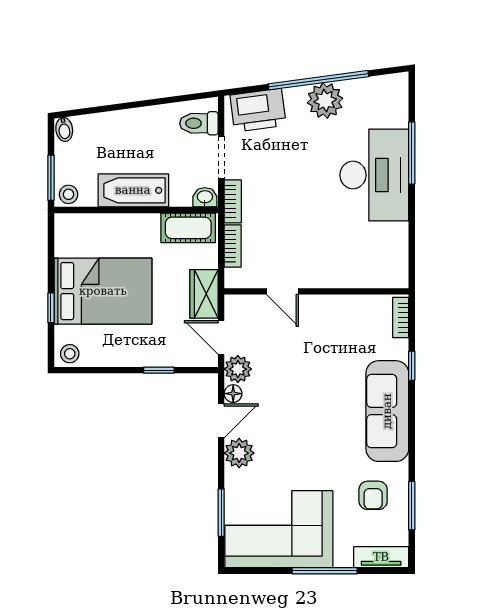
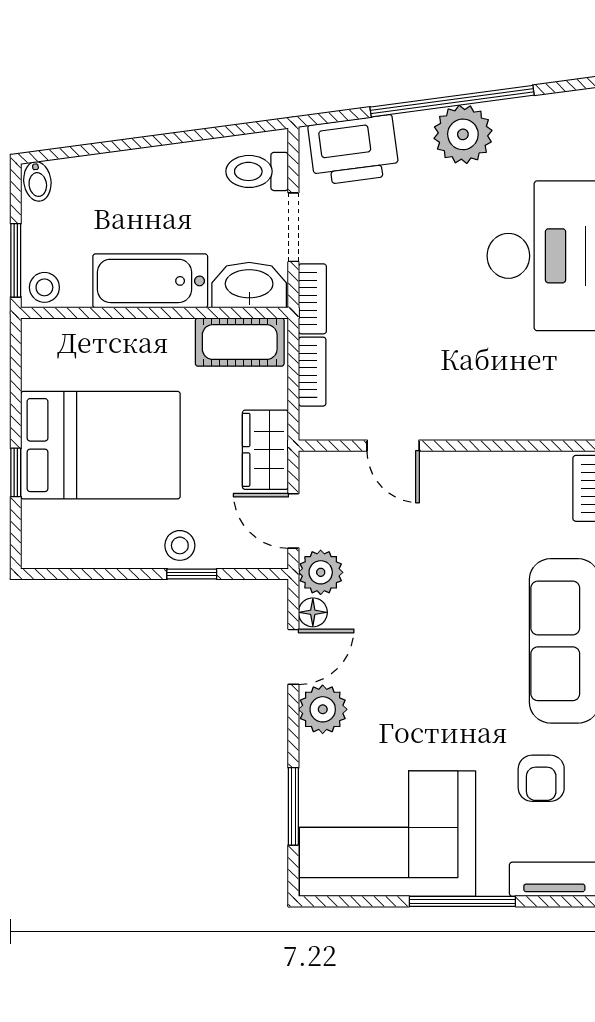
washbasin: (205, 197) -> (249, 285), width x1.91, depth x1.45
stool: (70, 354) -> (180, 545), moved

